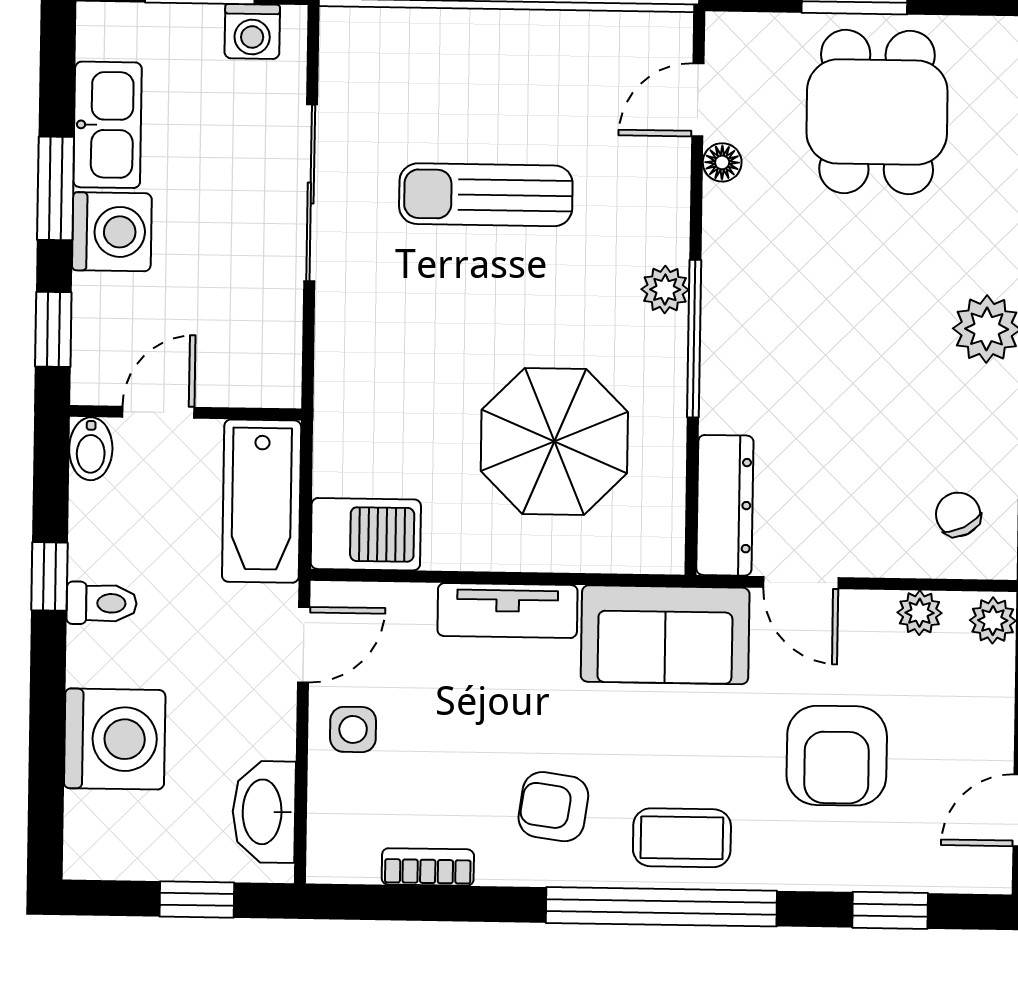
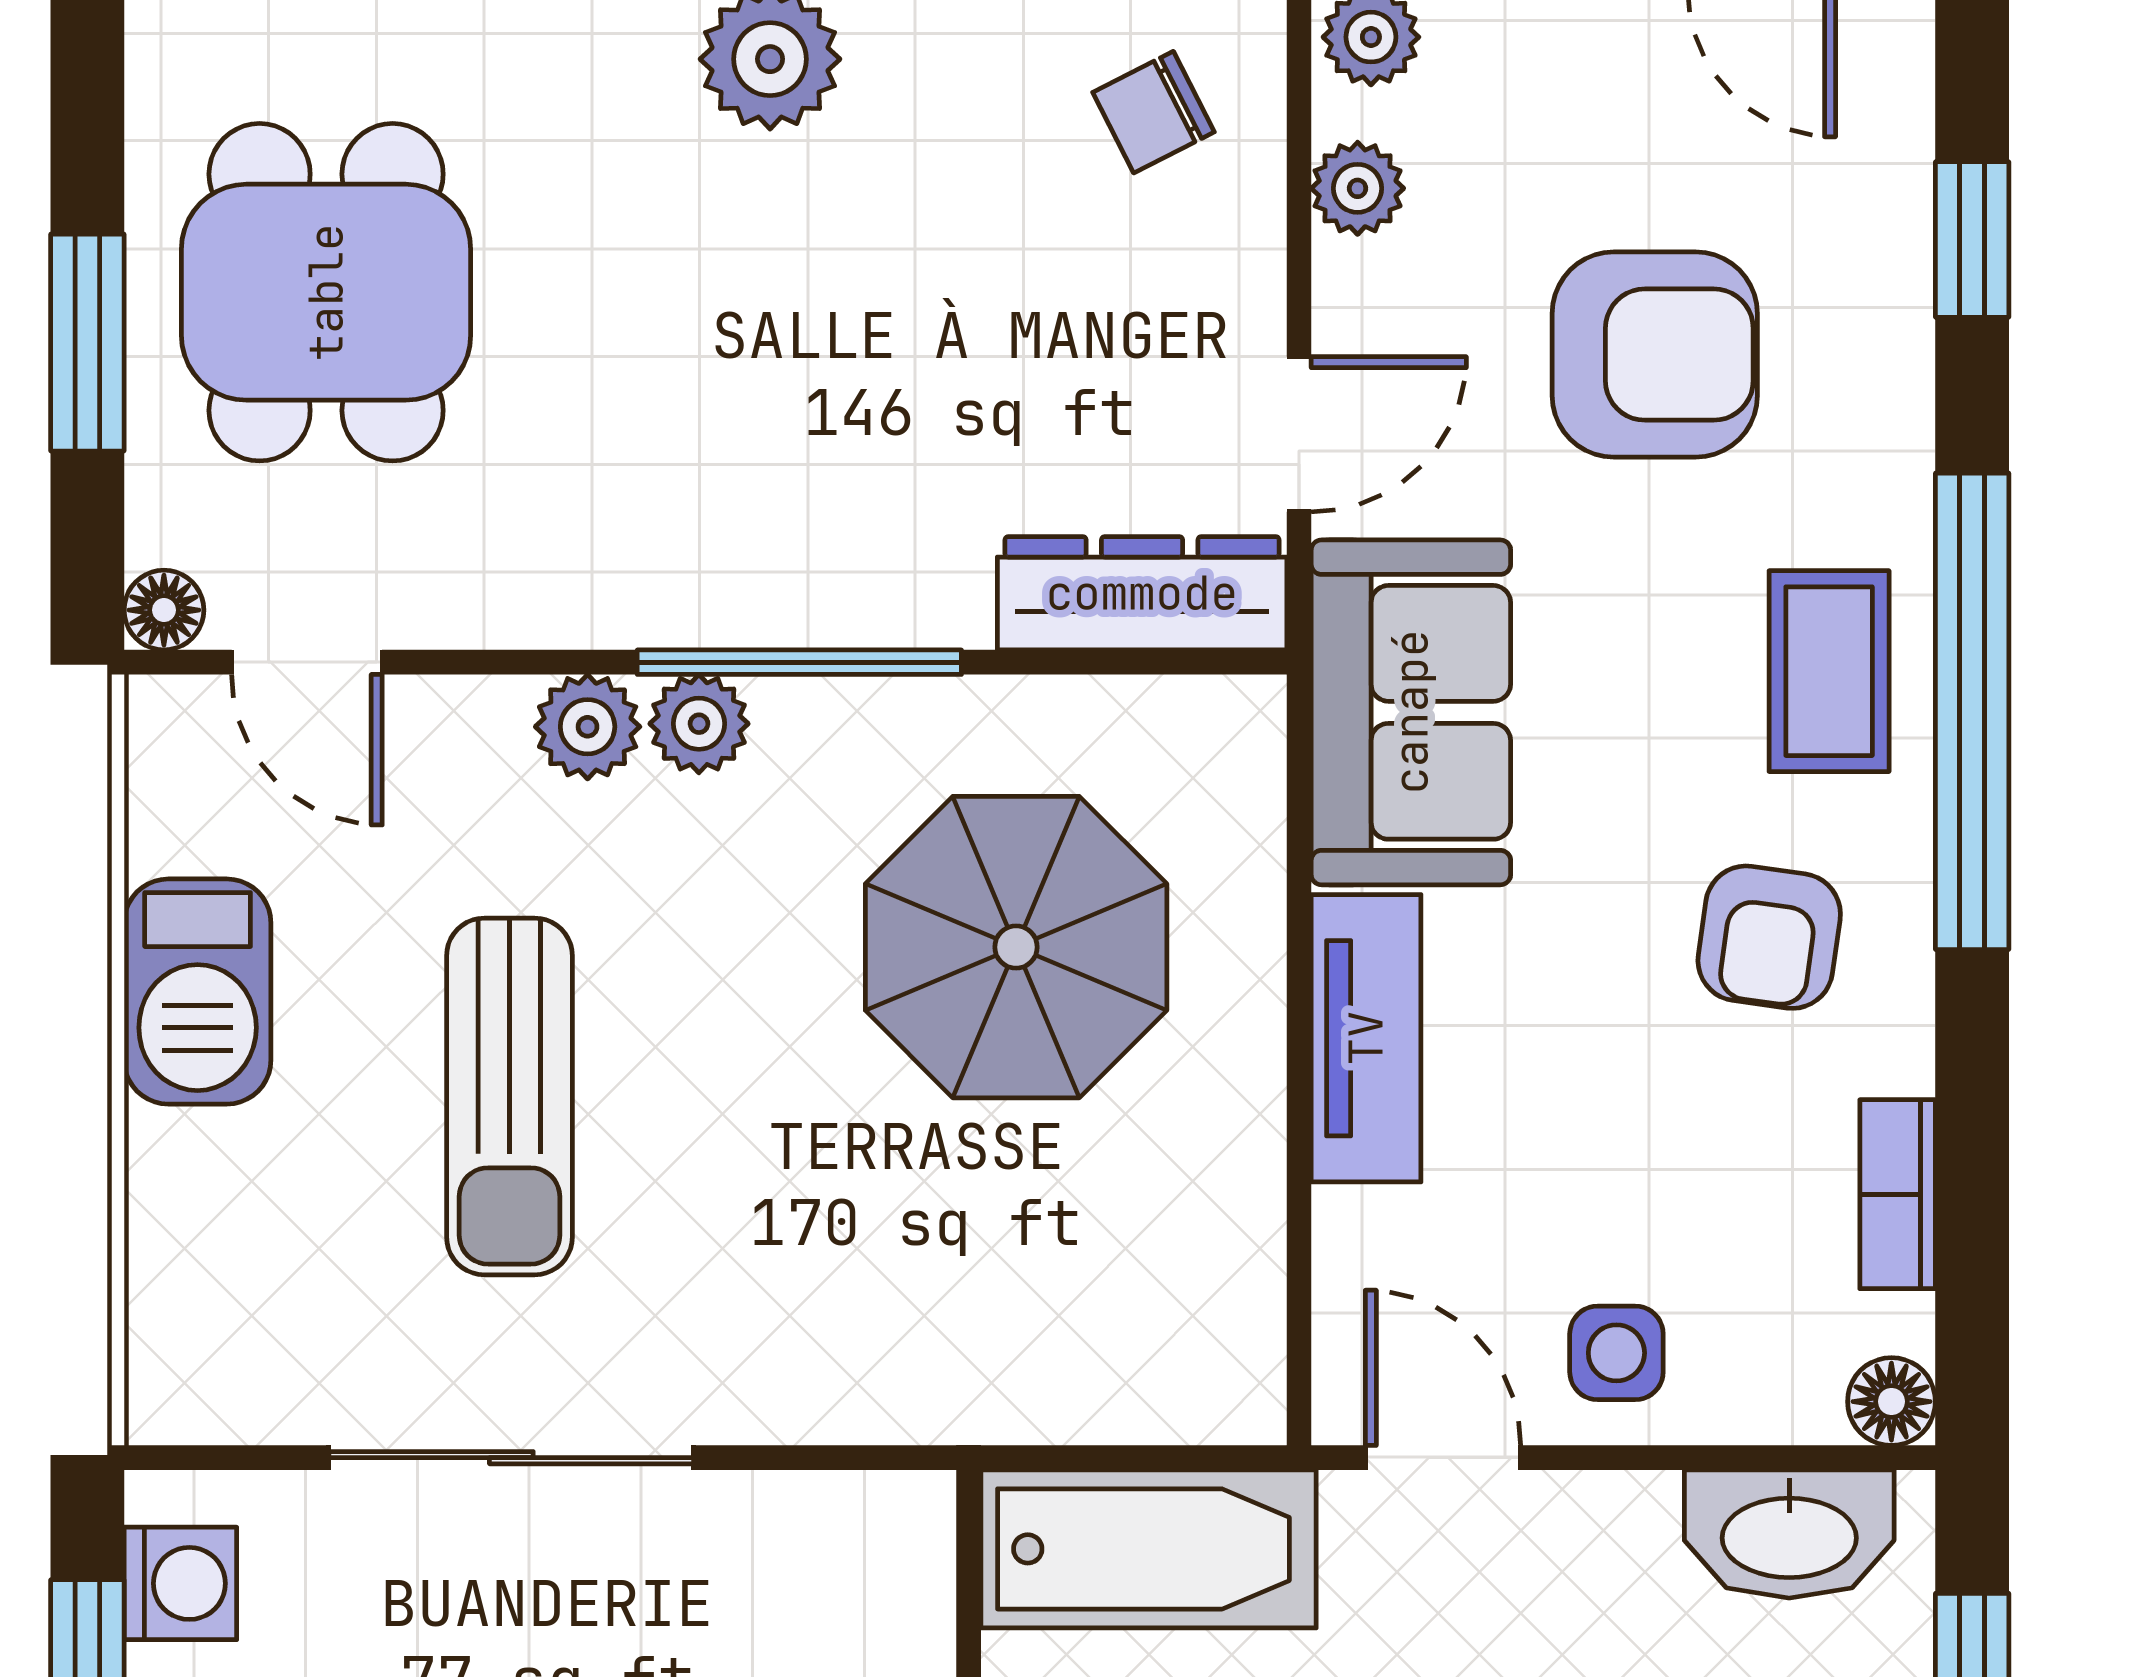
dining table: (877, 112) -> (326, 292), turned 90
floor lamp: (722, 162) -> (164, 610), moved
plant: (664, 235) -> (588, 727), added
barbecue: (366, 534) -> (198, 992), moved, turned 180
floor lamp: (327, 862) -> (1891, 1402), added

